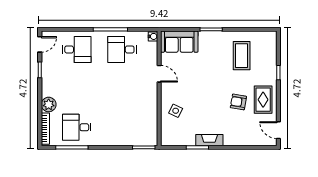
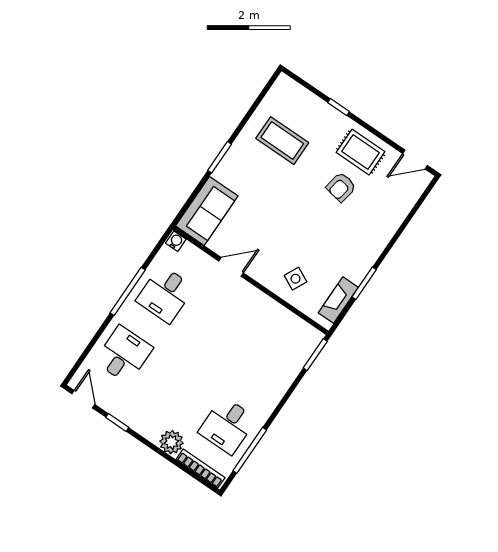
fireplace: (209, 140) -> (338, 300), moved

